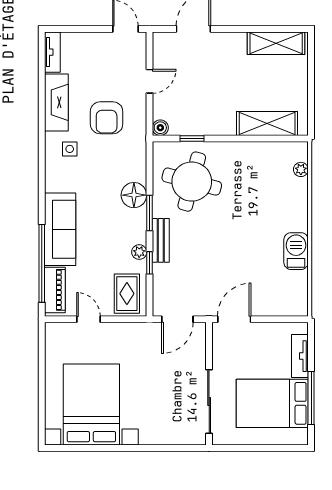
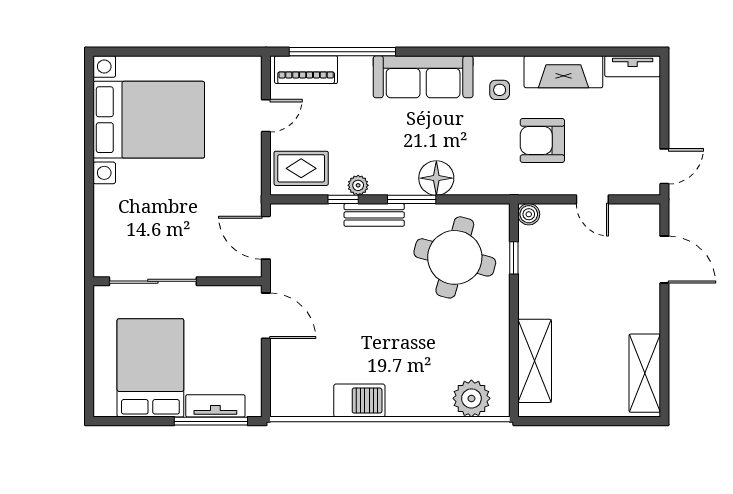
plant: (301, 169) -> (471, 398), width x1.88, depth x1.88
sofa: (60, 229) -> (423, 77), moved
window: (311, 398) -> (211, 421), moved

